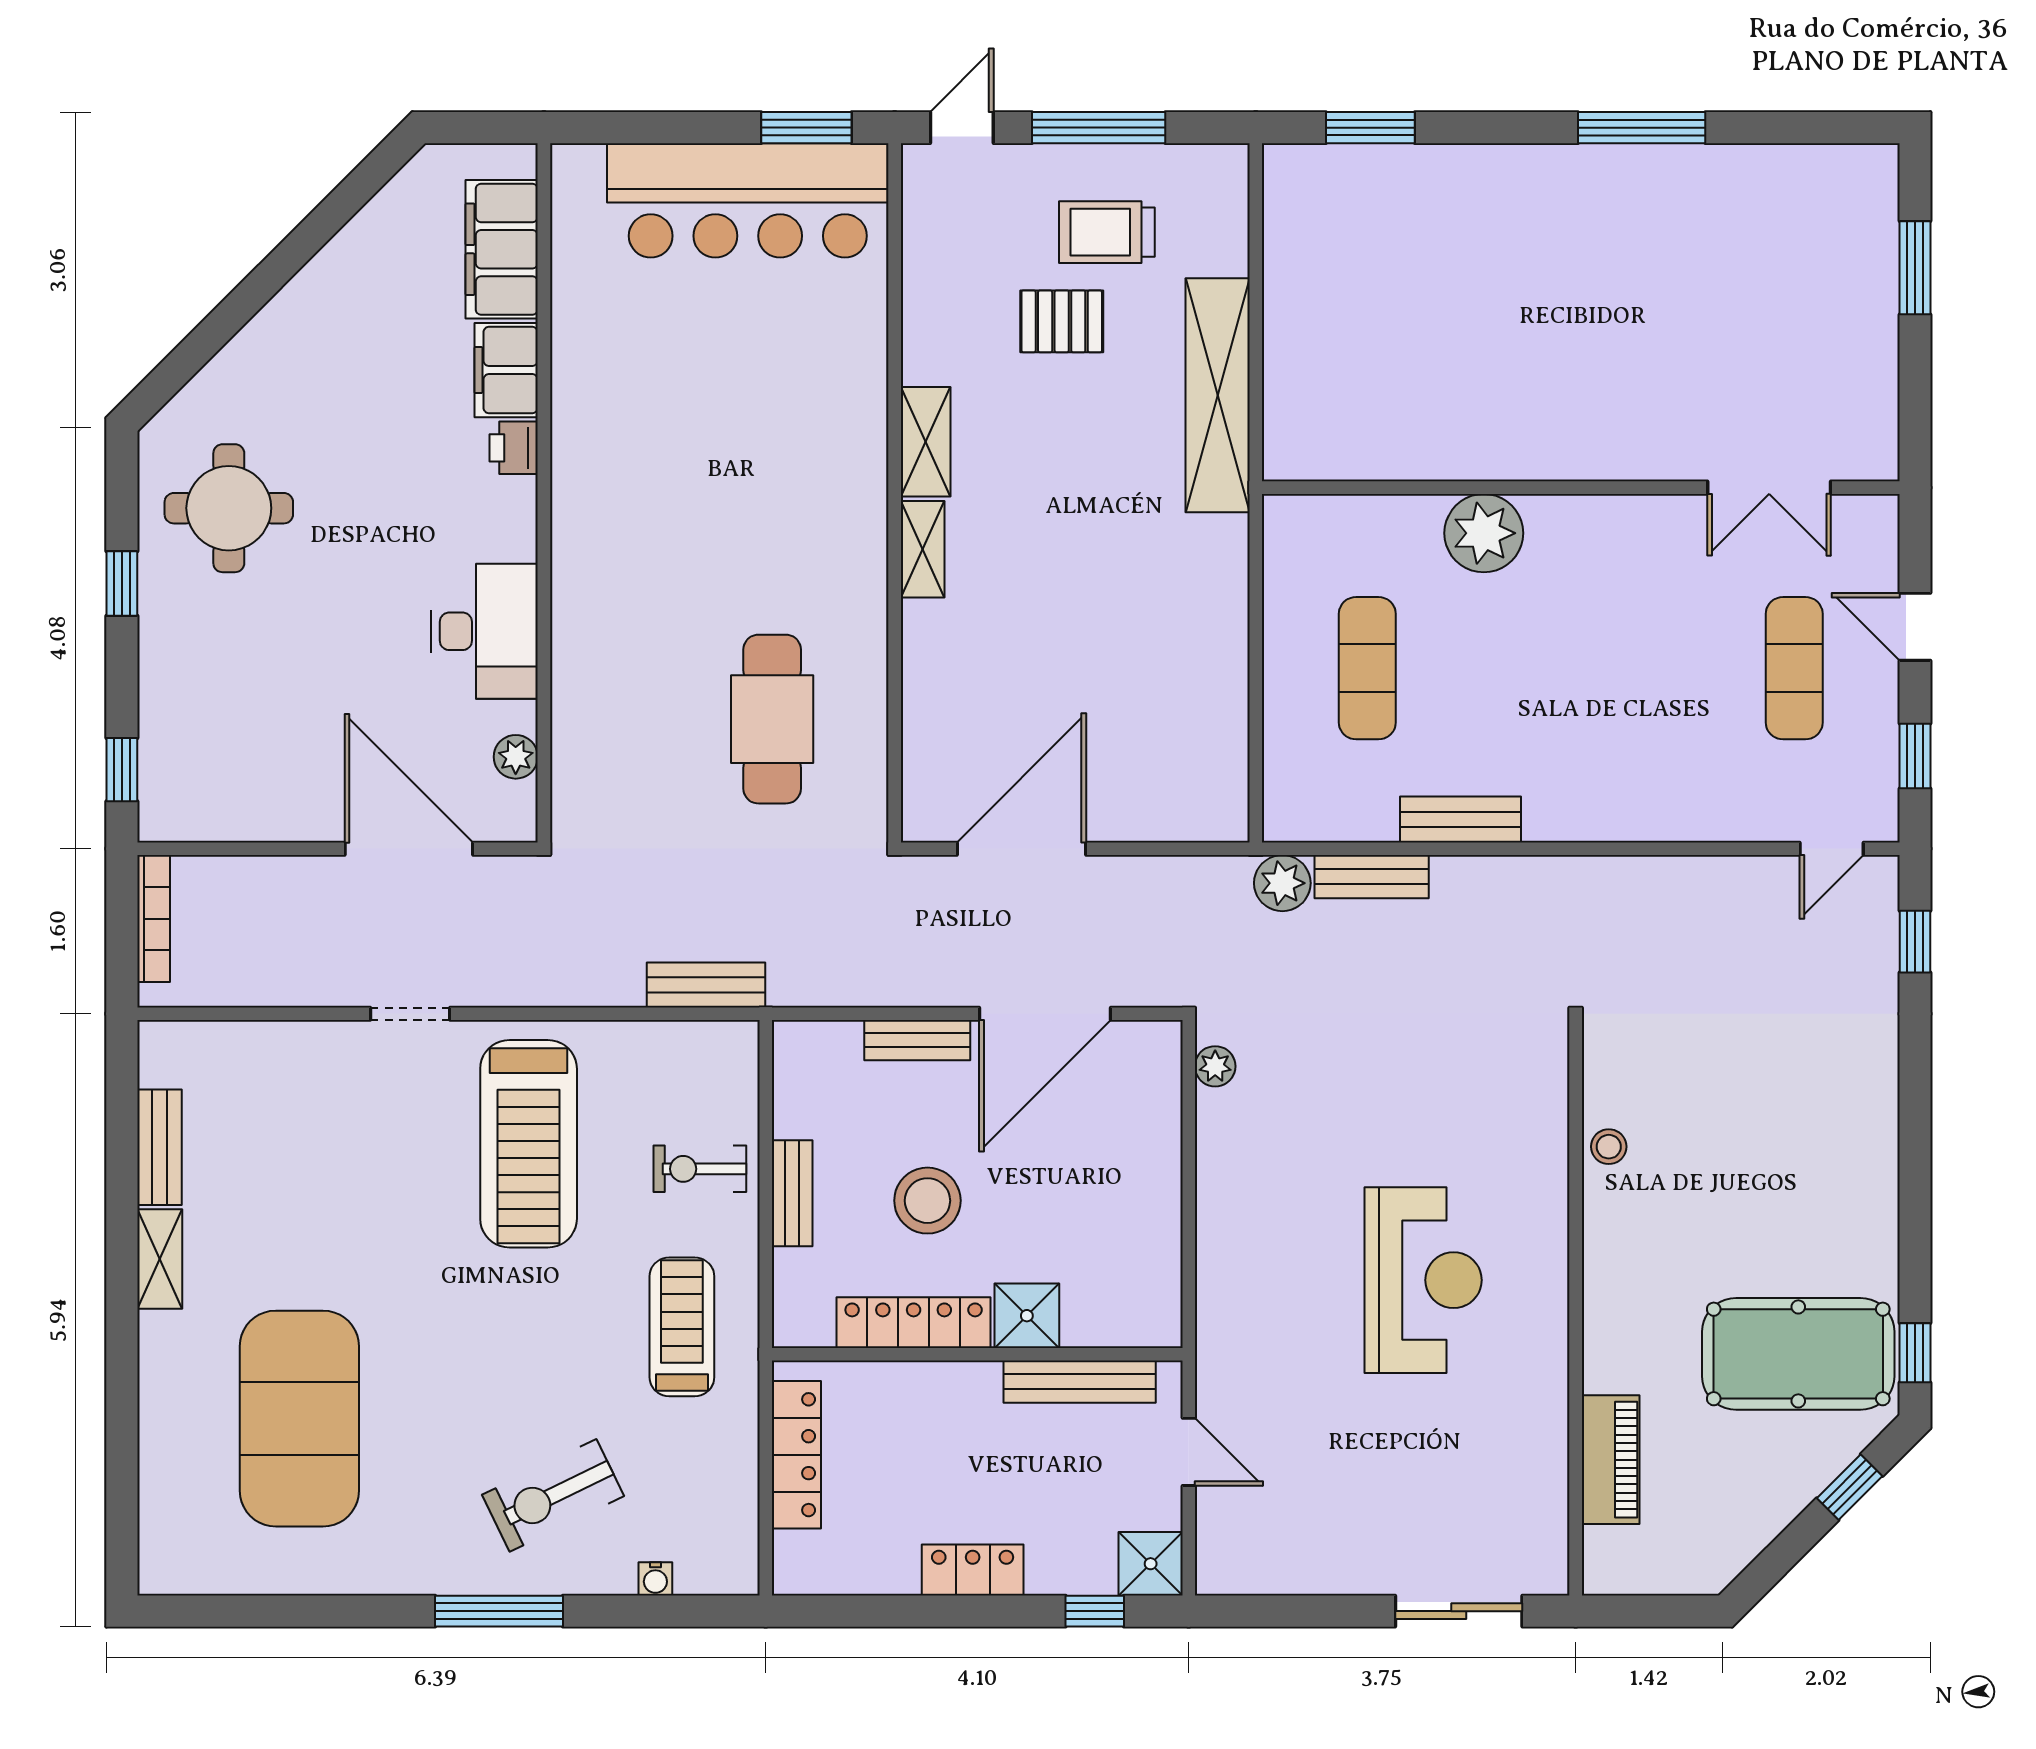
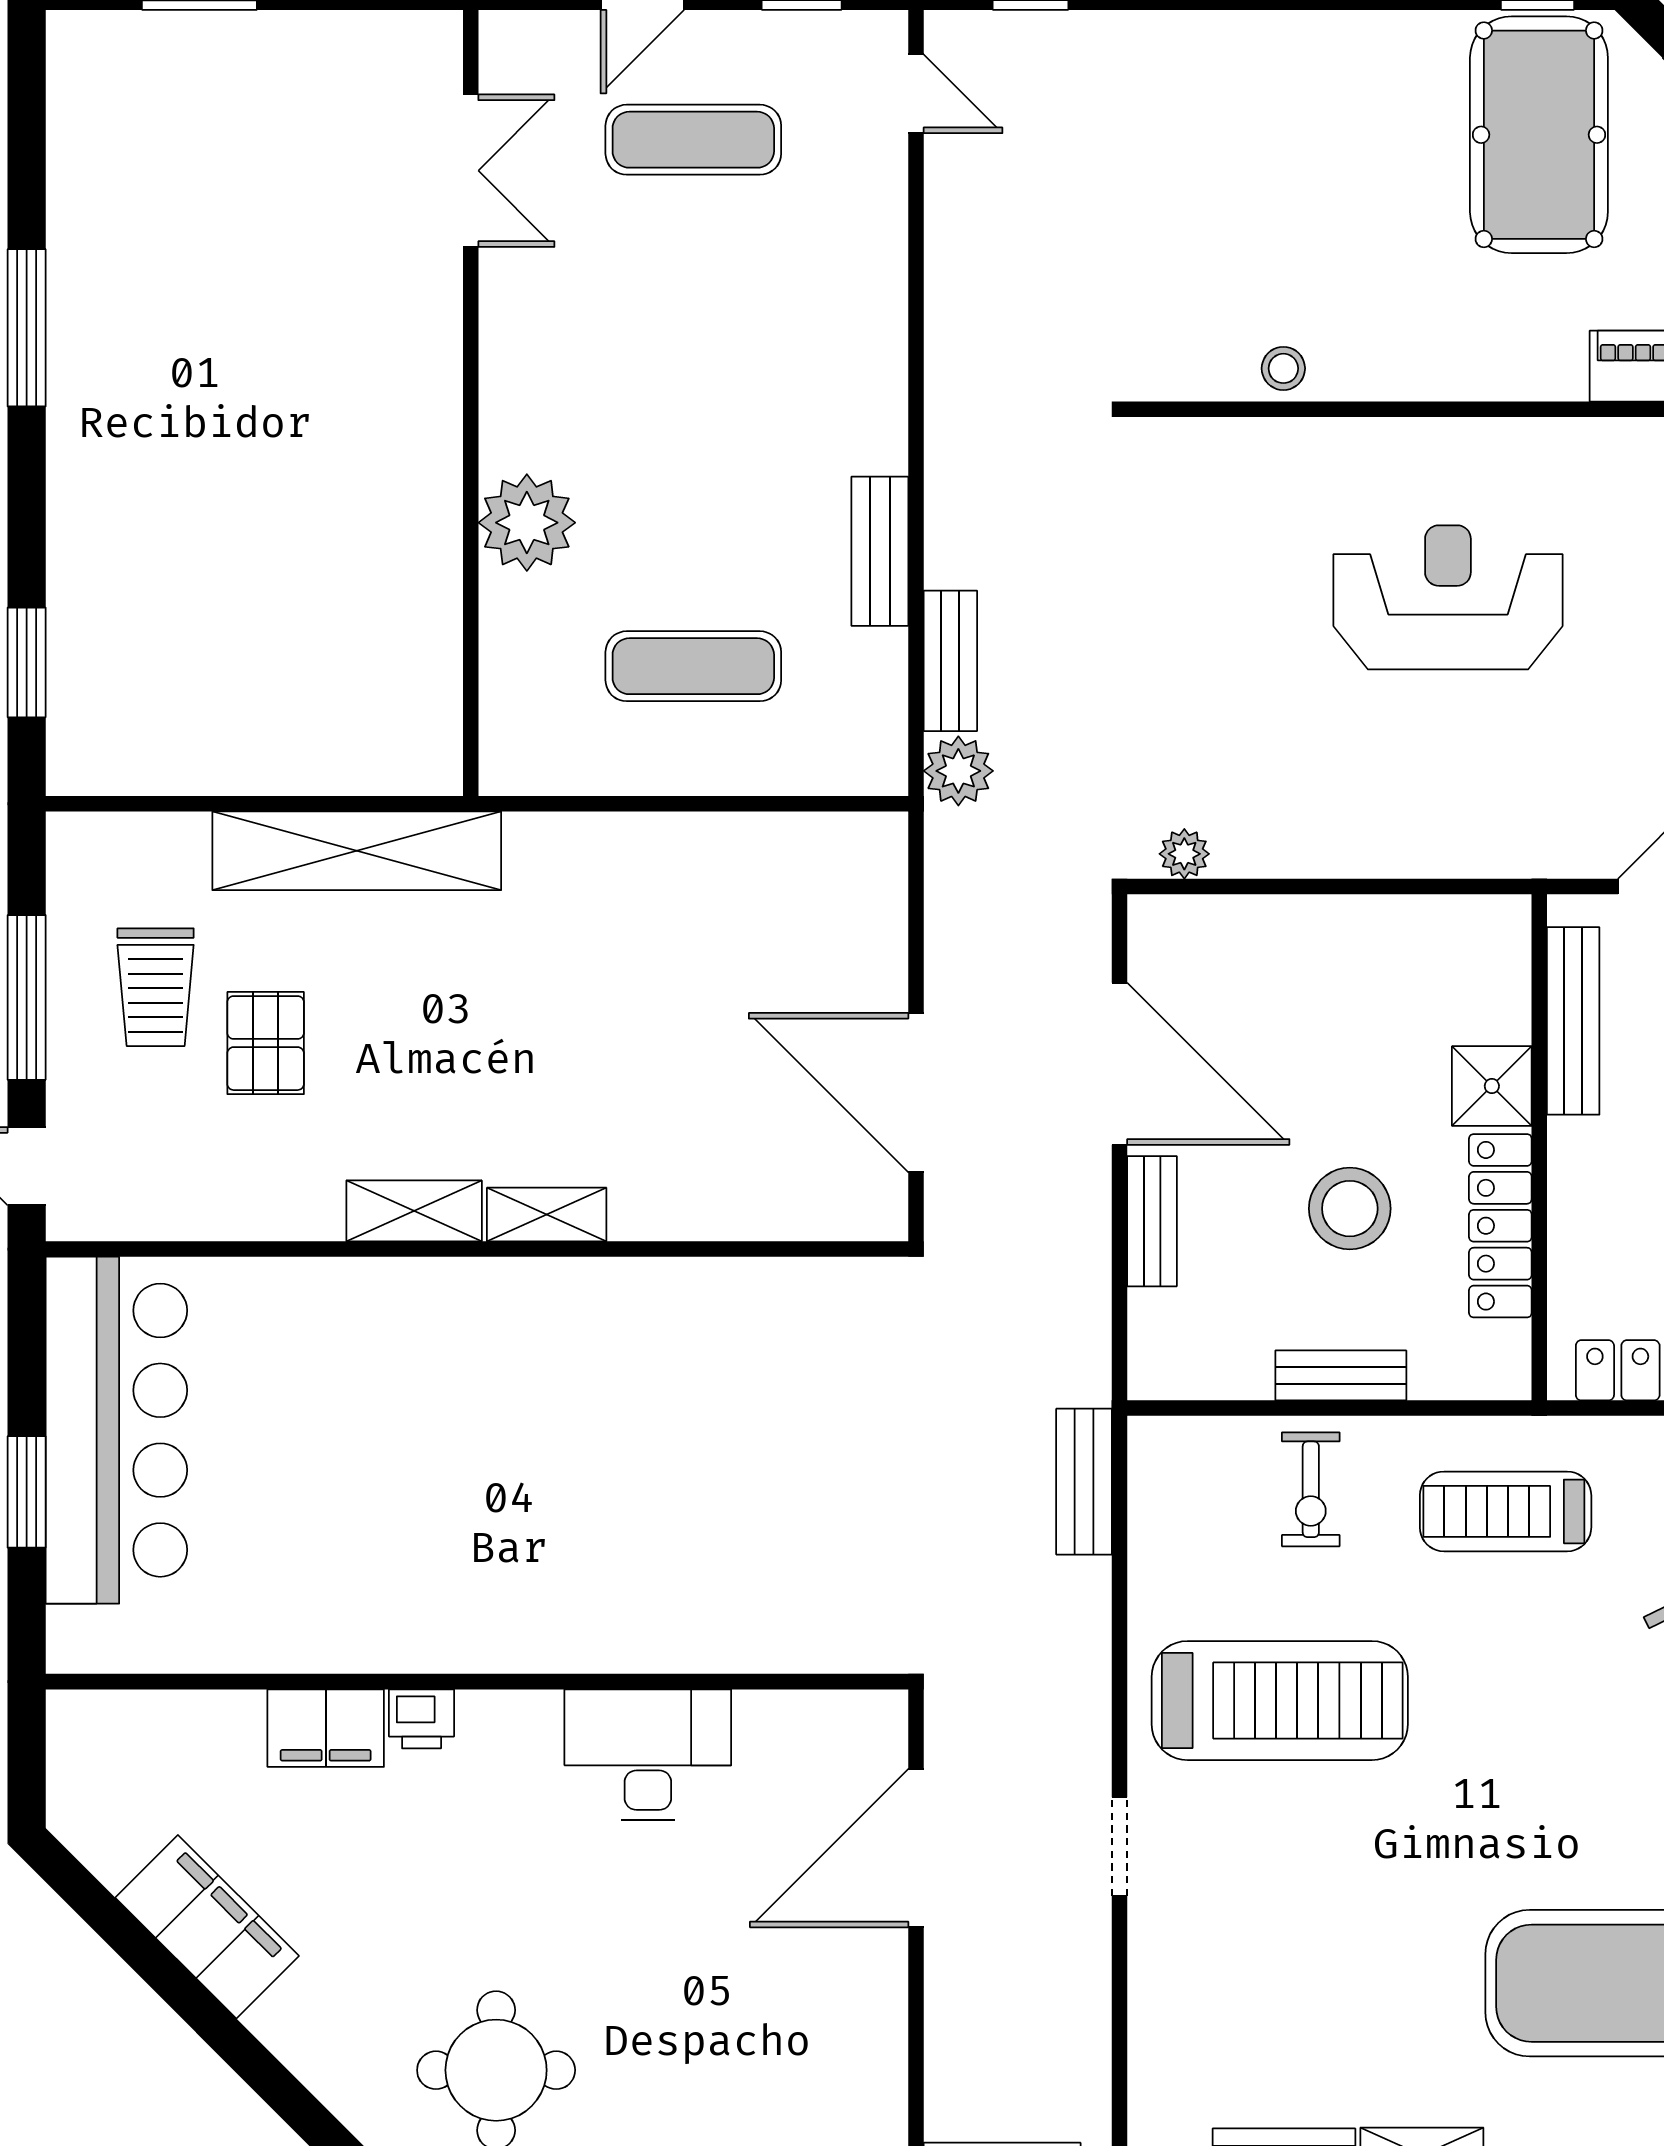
window: (806, 128) -> (27, 1492), moved
filing cabinet: (502, 249) -> (207, 1927), moved, turned -135
cafe table: (772, 719) -> (756, 1400), removed
plant: (516, 757) -> (803, 1716), removed

